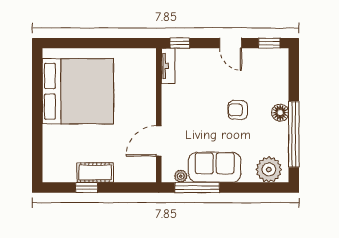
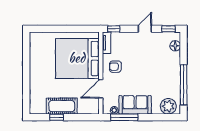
door: (231, 43) -> (145, 29), swing flipped
bed: (78, 91) -> (77, 58), moved, turned 180
armchair: (238, 110) -> (115, 67), moved
floor lamp: (280, 113) -> (175, 46), moved
cot: (95, 173) -> (62, 106), width x1.37, depth x1.34

